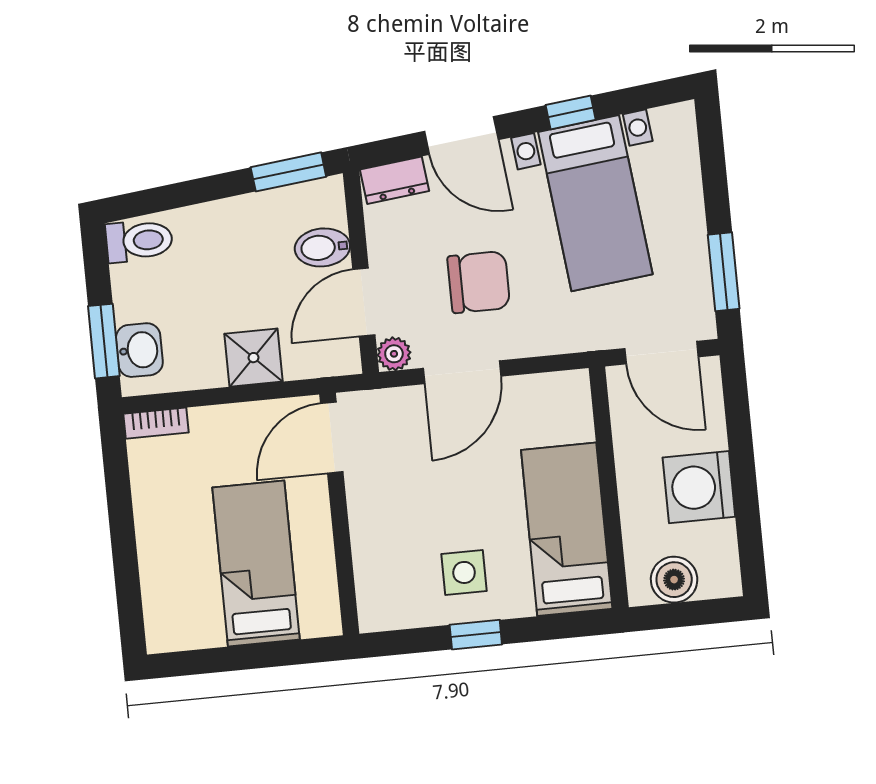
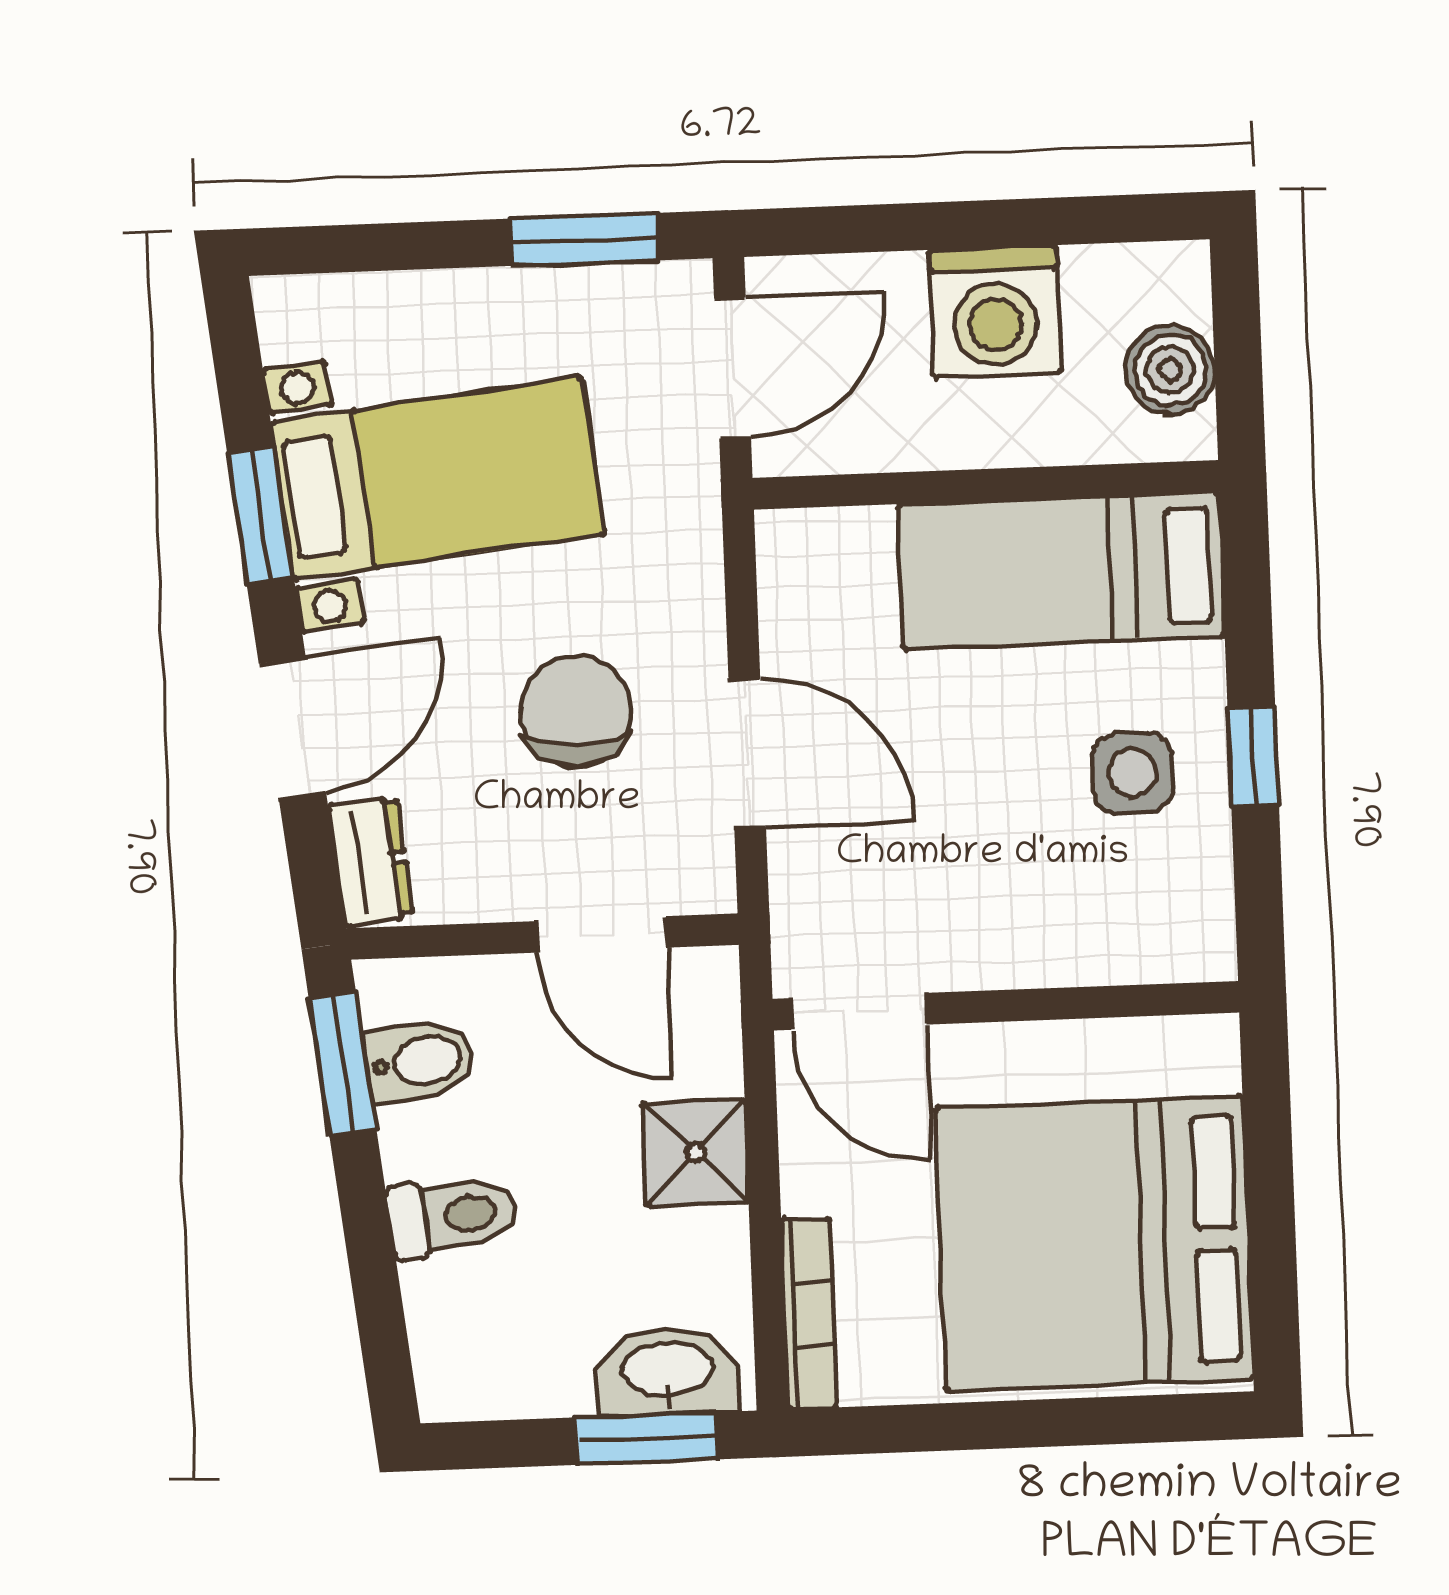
window: (571, 112) -> (261, 515), width x1.50
toilet: (139, 241) -> (453, 1216), moved, turned 84
bidet: (322, 247) -> (420, 1061), moved, turned -96
washbasin: (139, 350) -> (668, 1371), width x1.38
plant: (394, 354) -> (704, 882), removed
bookcase: (156, 423) -> (809, 1313), width x1.56
bed: (256, 563) -> (1094, 1244), width x2.04

